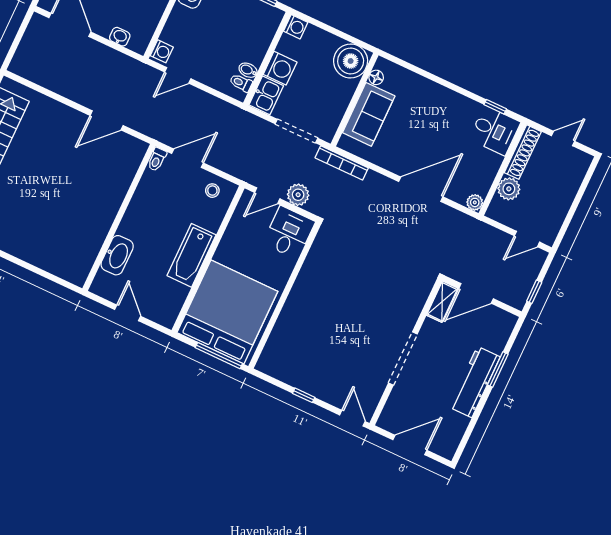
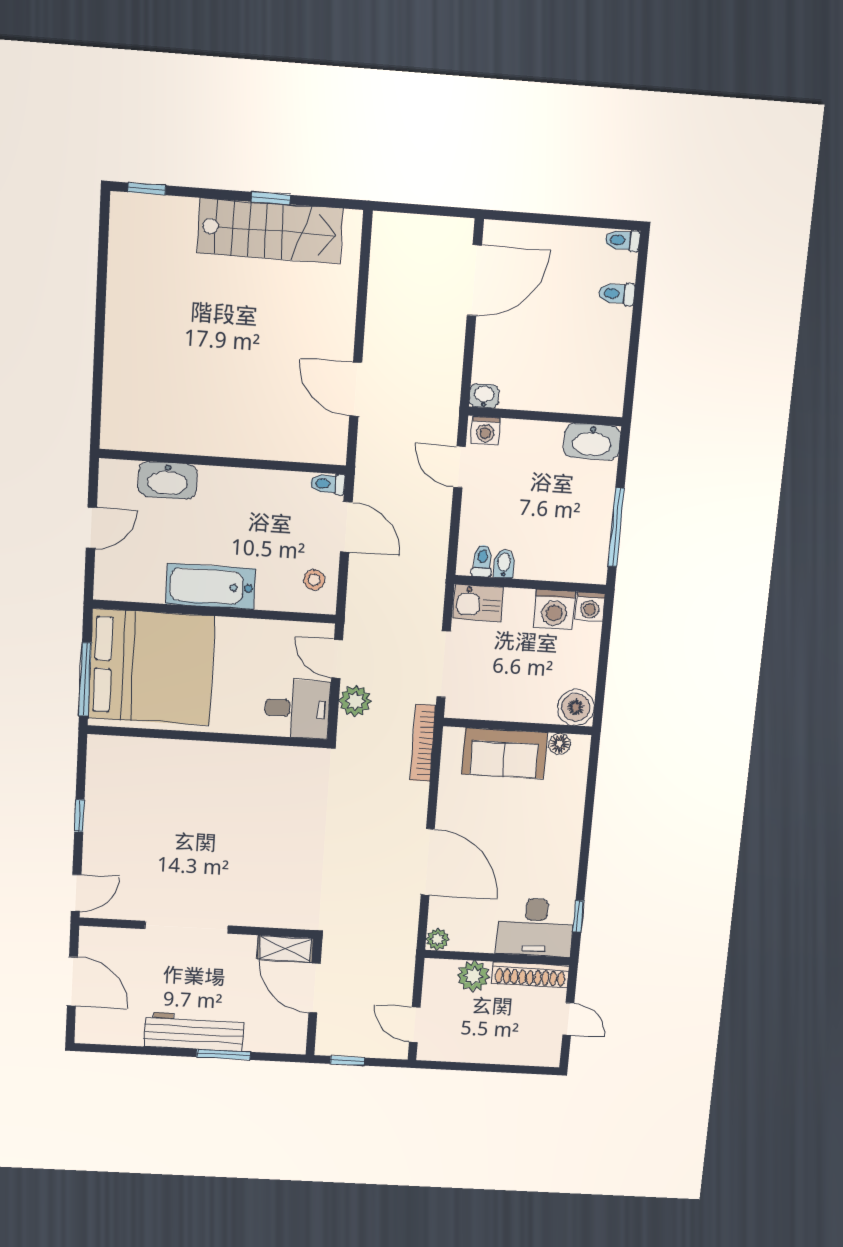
washbasin: (120, 37) -> (484, 396), moved, turned -90
boiler: (351, 61) -> (576, 707), width x0.73, depth x0.73
washing machine: (280, 68) -> (554, 609), moved
desk: (495, 131) -> (535, 927), width x1.37

